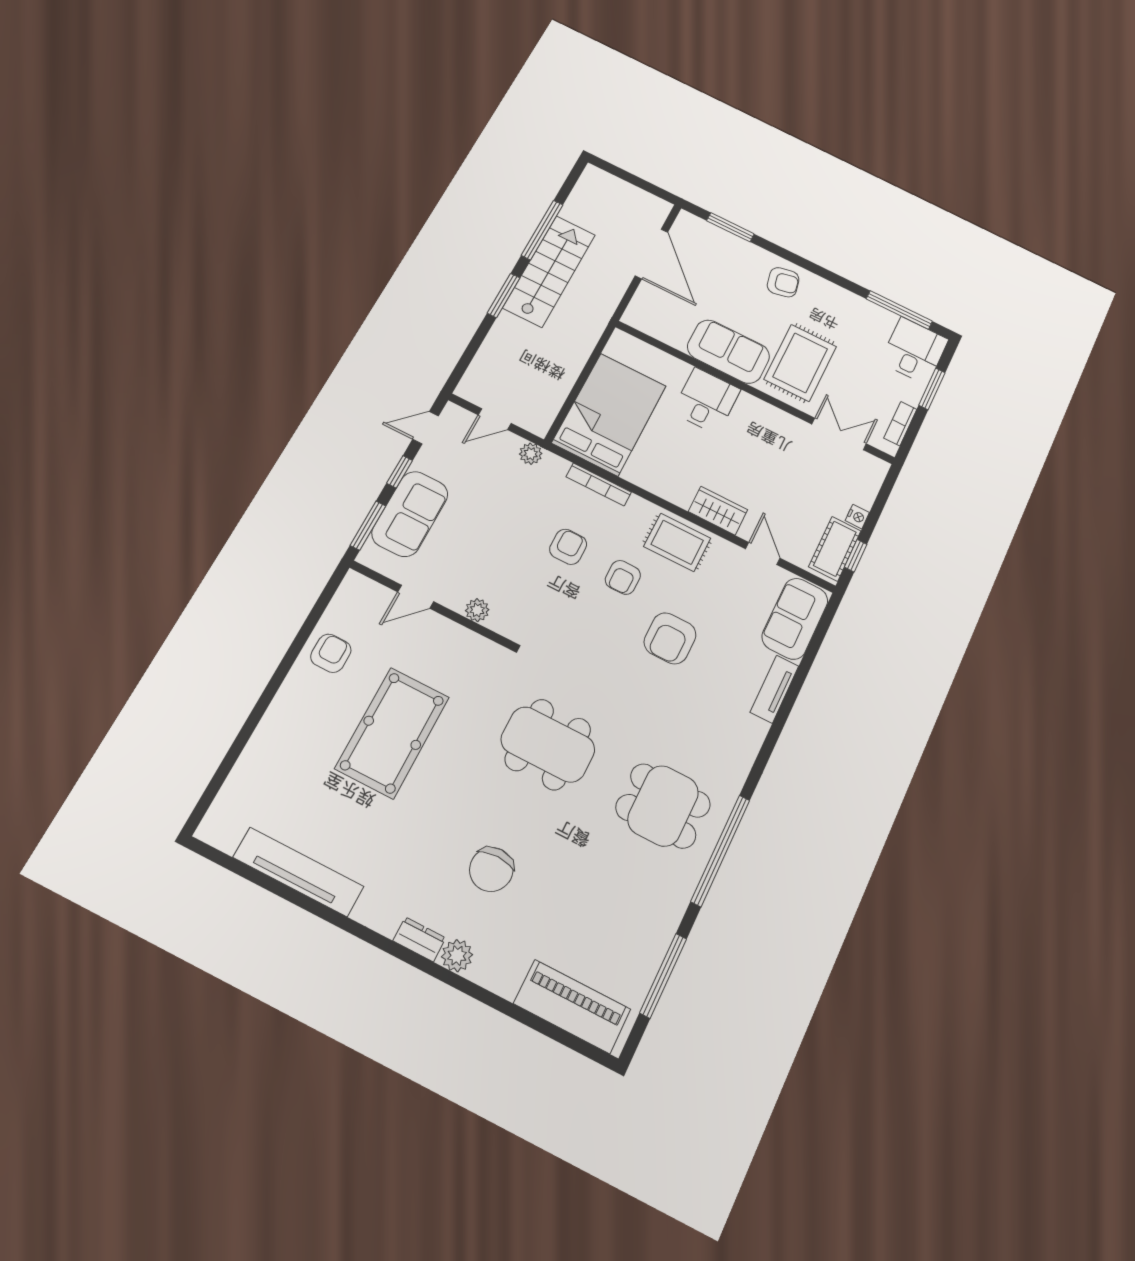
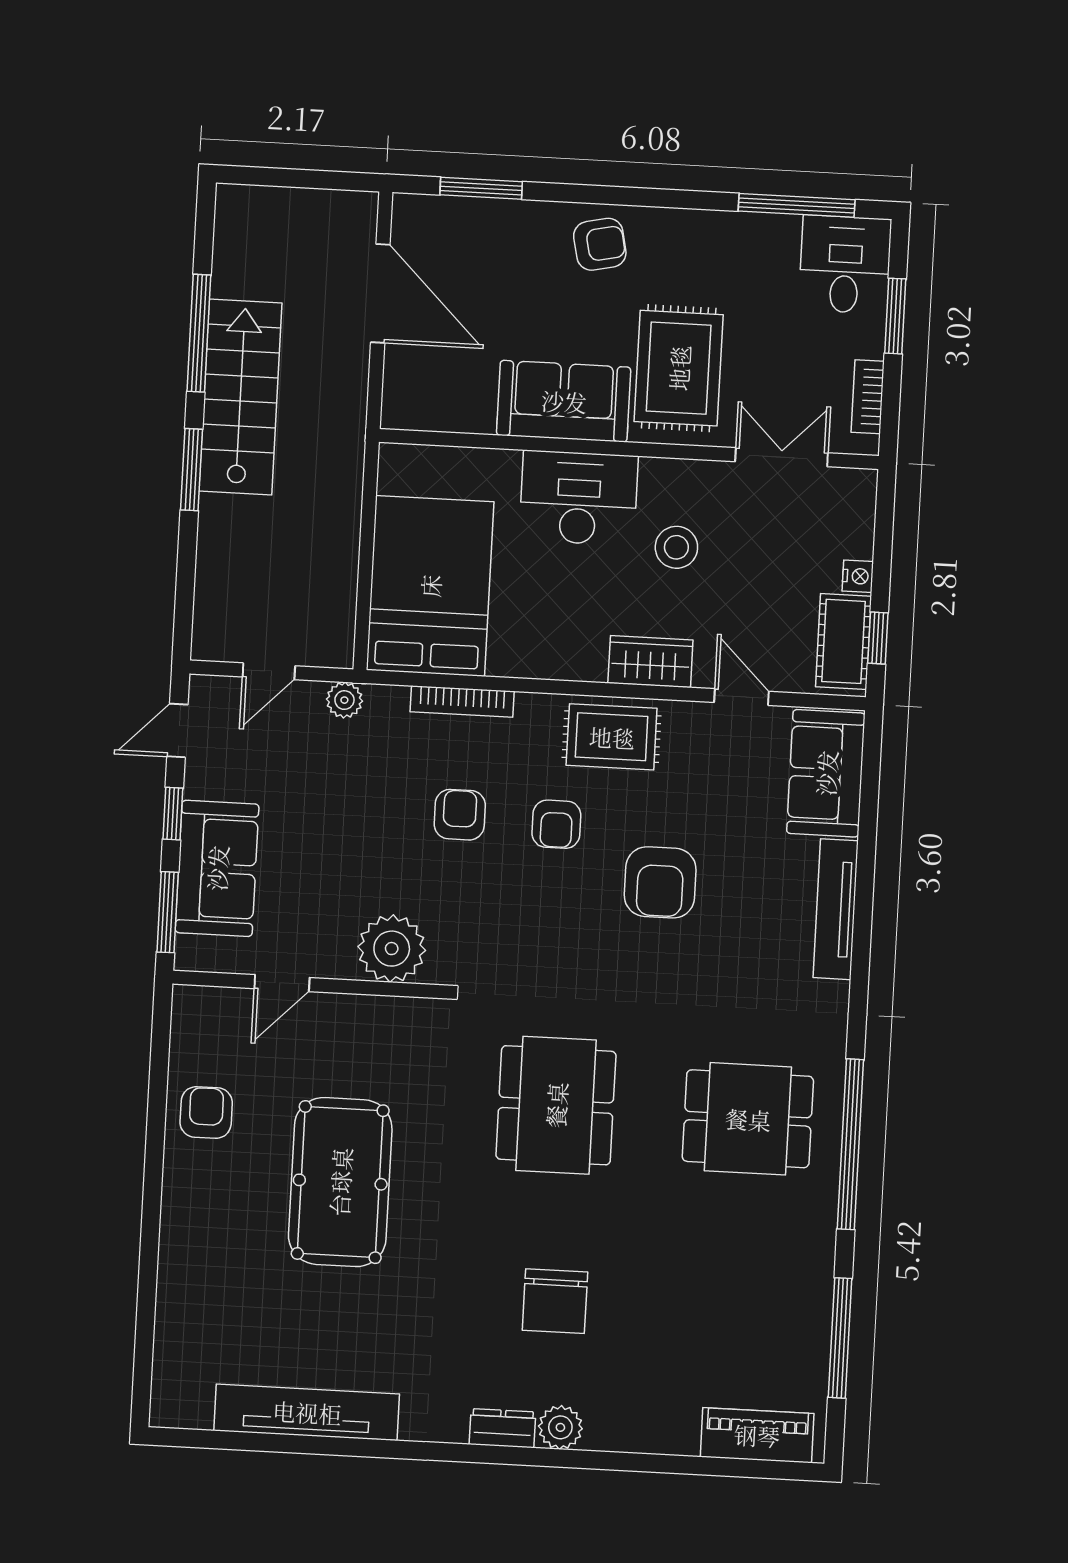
desk: (706, 401) -> (579, 498), width x1.37
stool: (759, 455) -> (676, 547), added
plant: (477, 610) -> (392, 949), width x1.88, depth x1.88
tv unit: (774, 689) -> (836, 909), width x1.41
dining table: (548, 744) -> (556, 1105), turned 90
piano: (572, 1006) -> (757, 1435), width x0.73, depth x0.75

